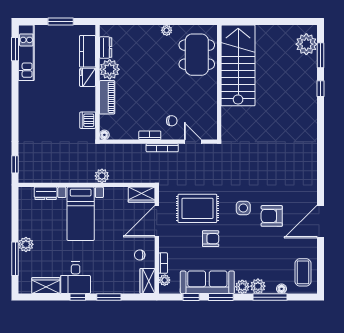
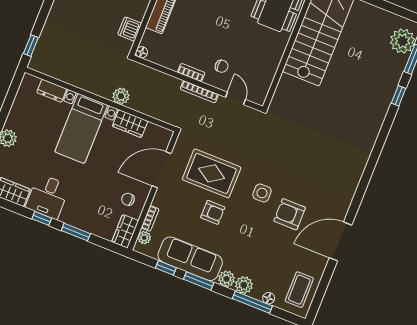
wardrobe: (142, 195) -> (130, 124), moved

